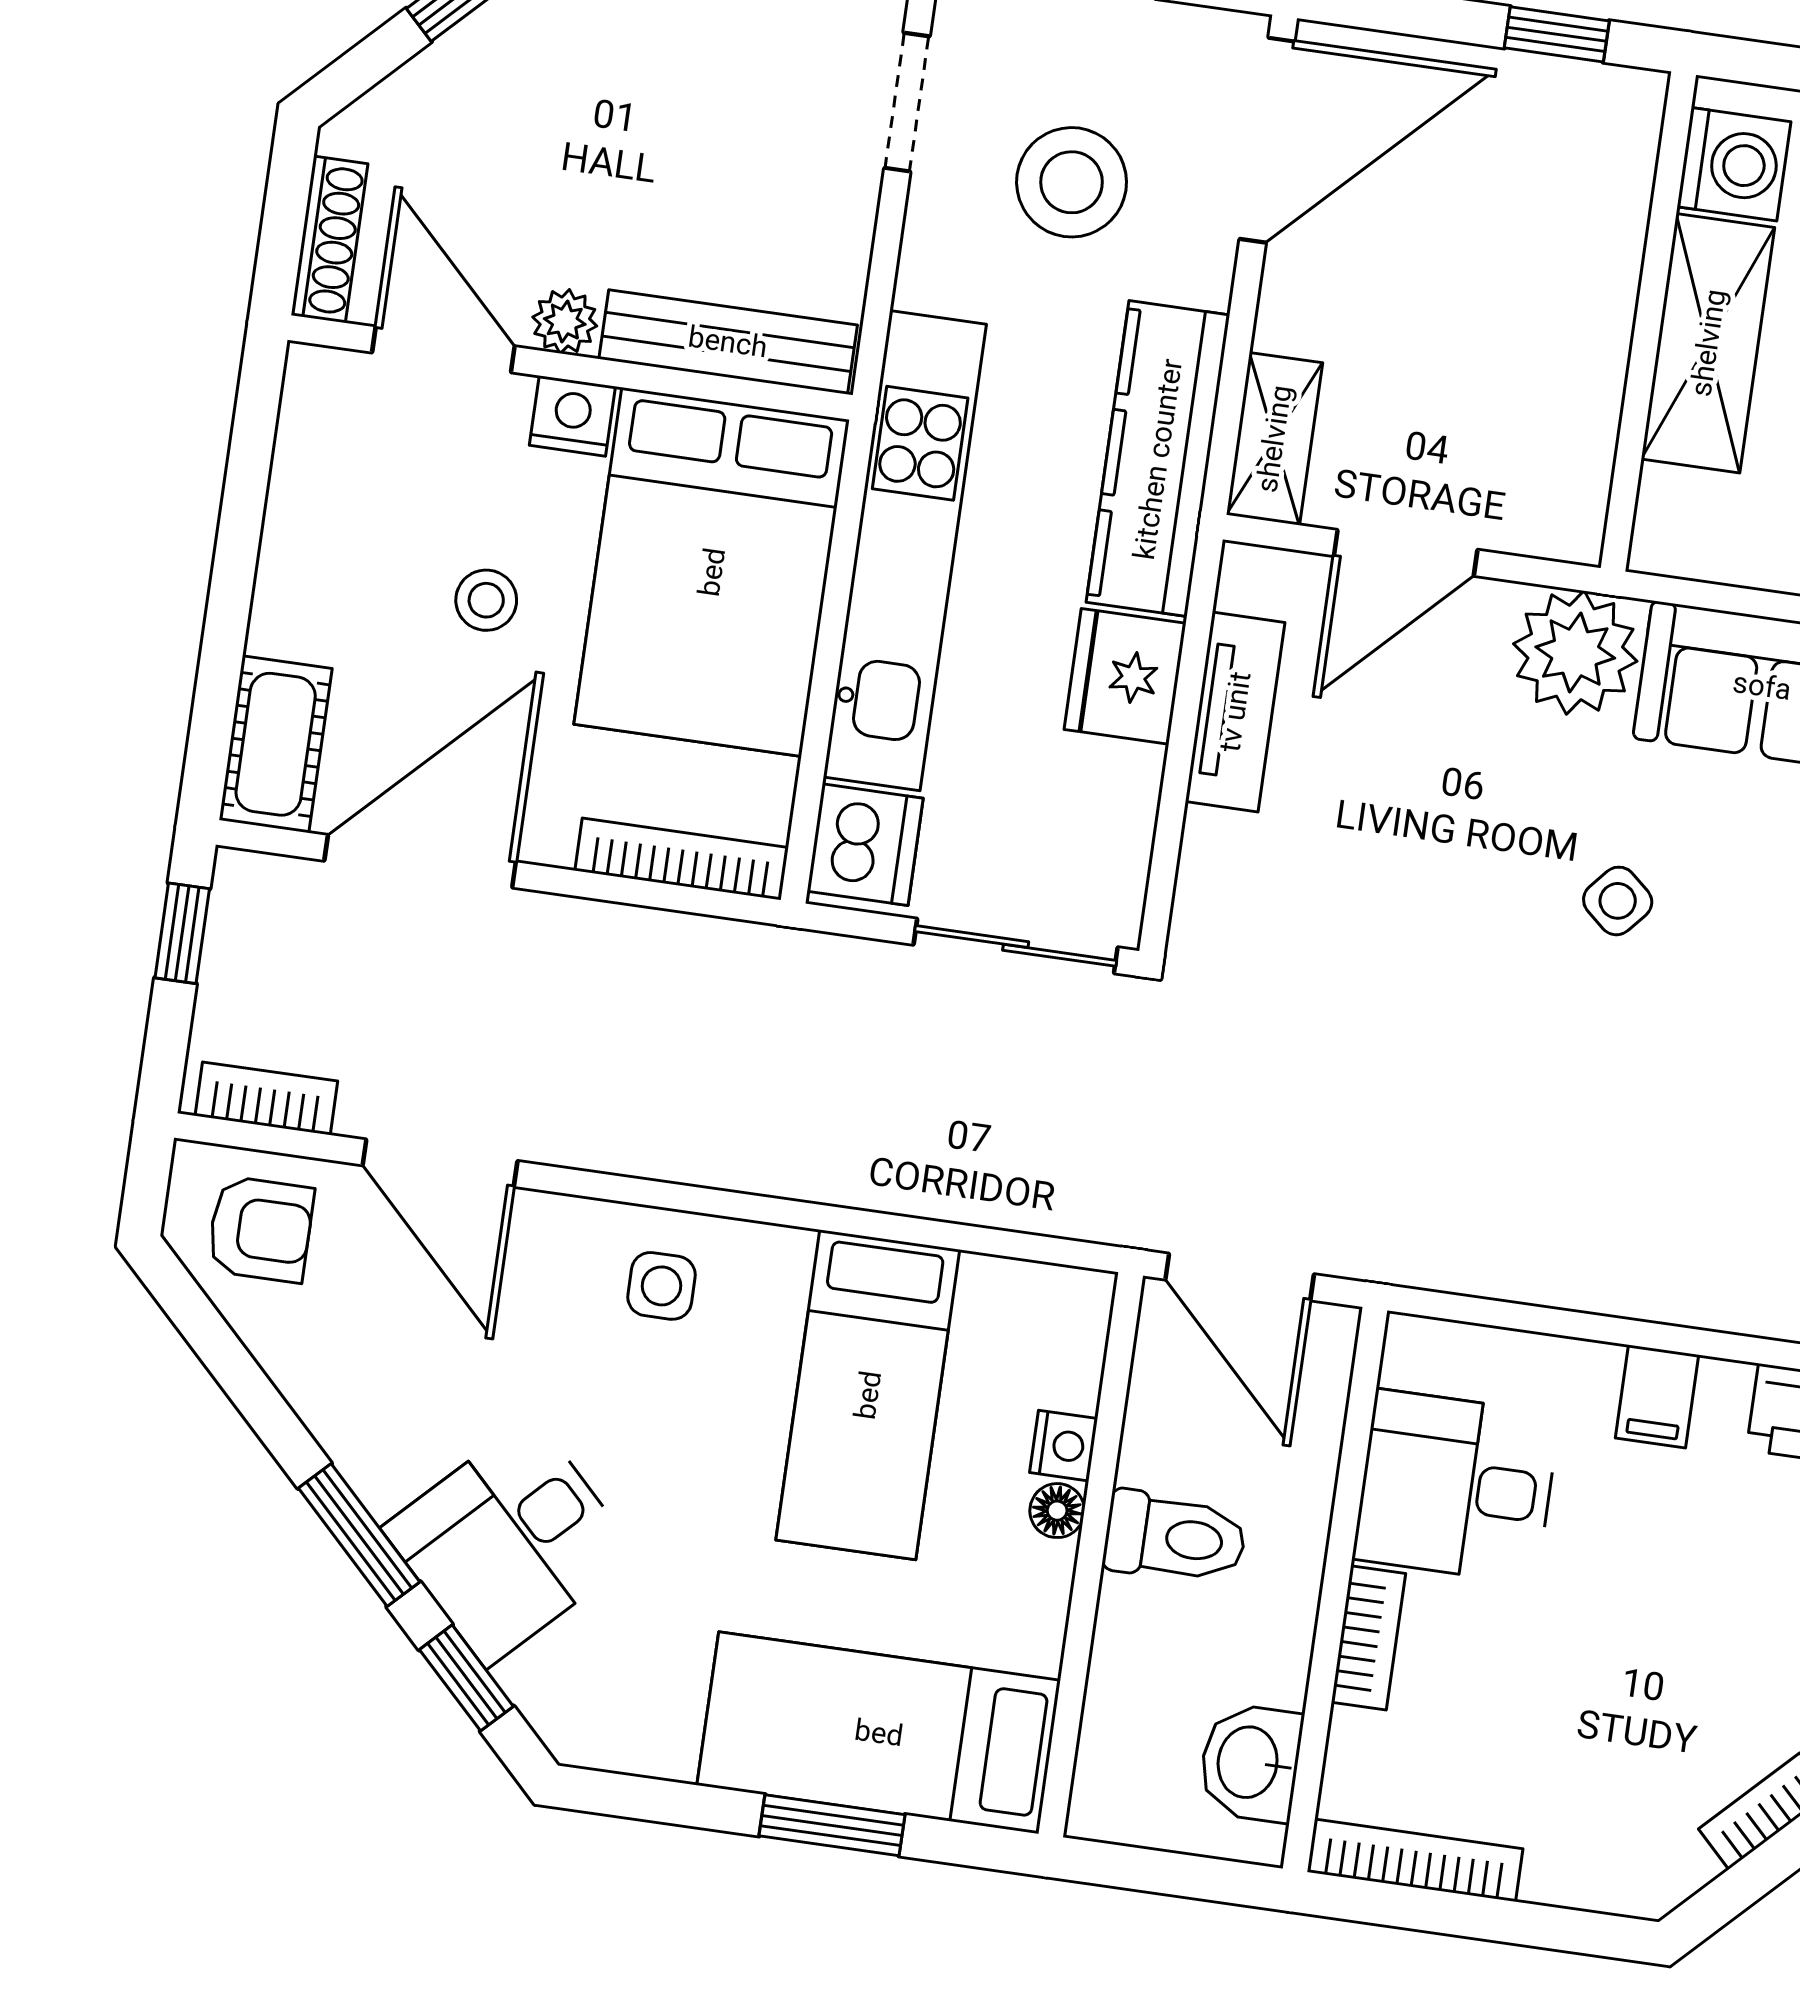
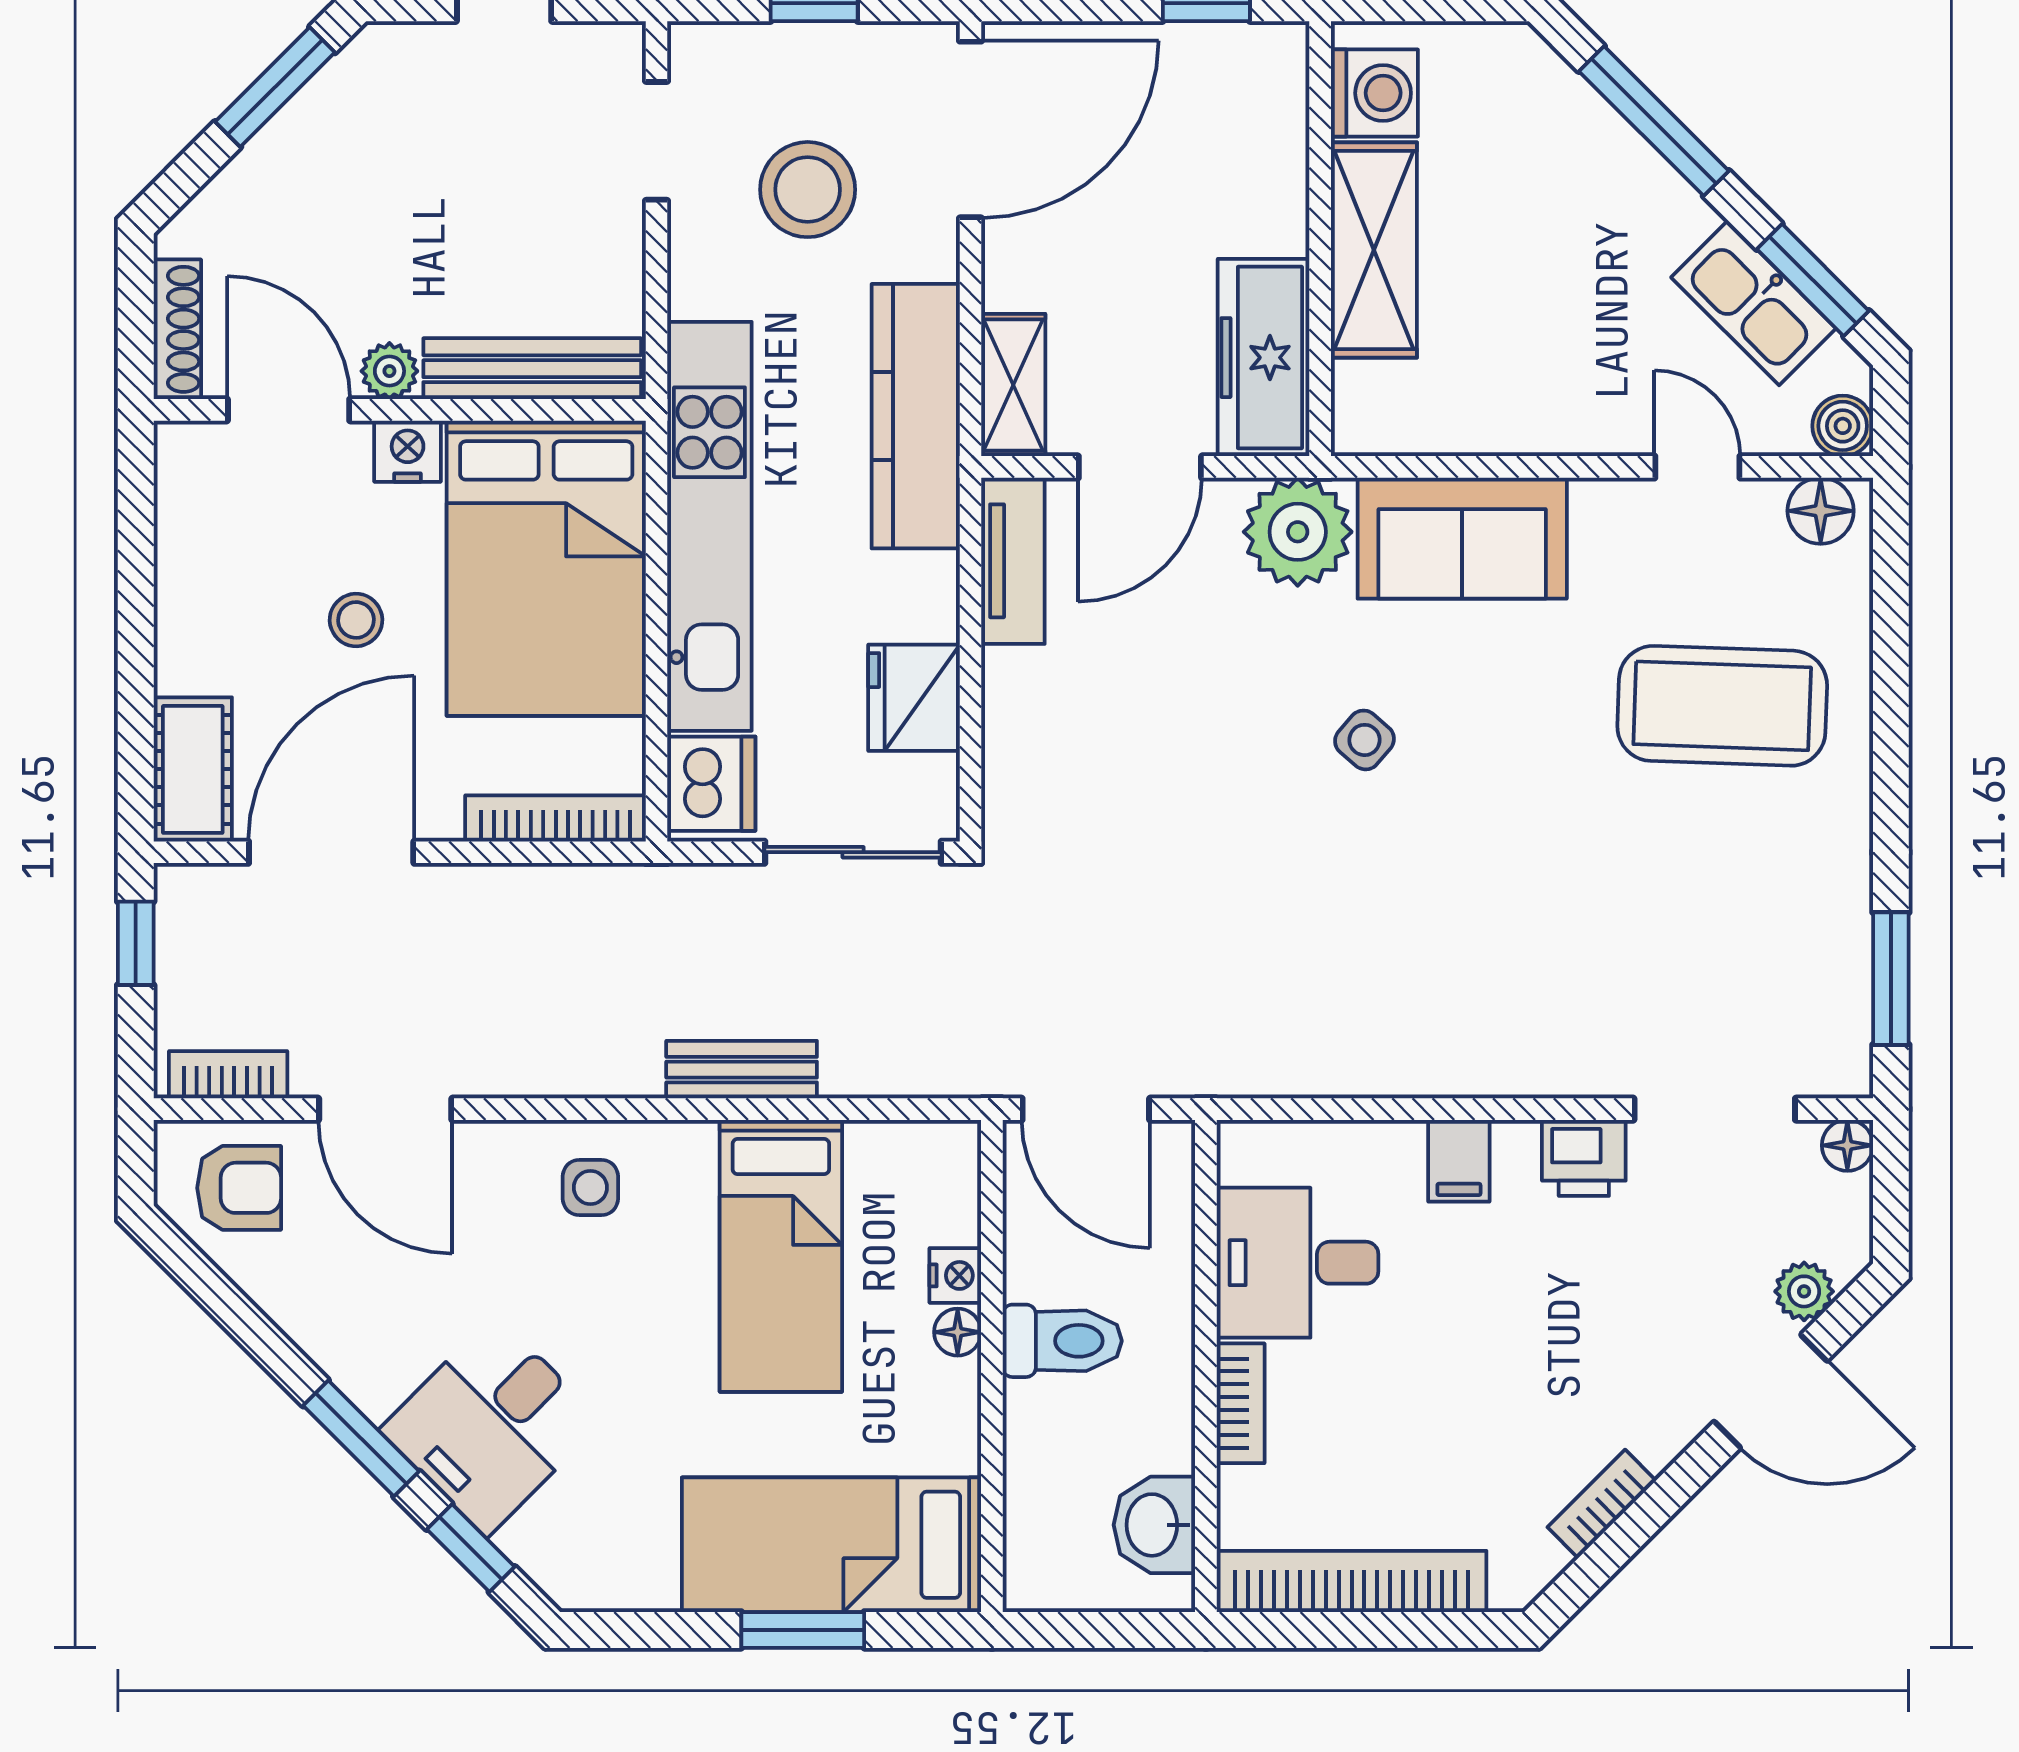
freezer: (1565, 448) -> (1264, 358), added
fridge: (1125, 676) -> (914, 698), moved
tv unit: (1235, 712) -> (1013, 561), moved
bench: (853, 1176) -> (742, 1070), added
bookcase: (1415, 1860) -> (1352, 1581), width x1.48, depth x1.31

